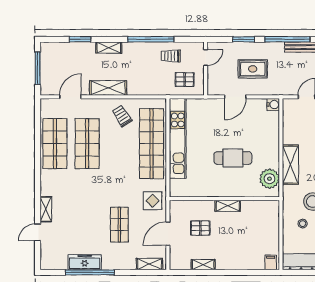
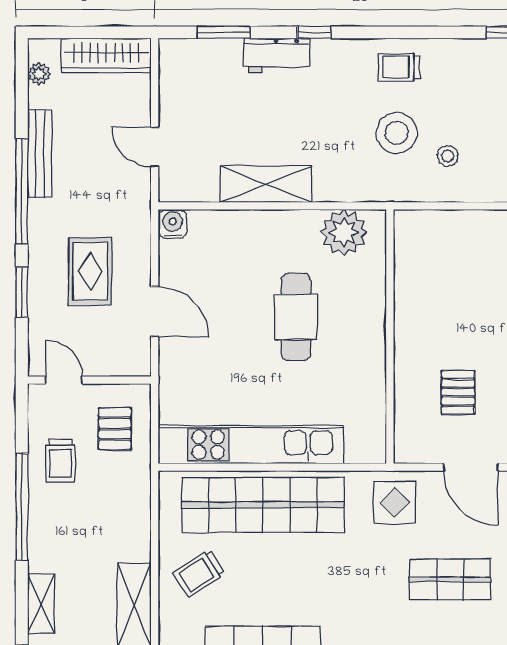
shelving: (290, 165) -> (266, 184), moved
shelving: (228, 206) -> (406, 329), removed

